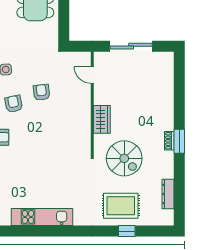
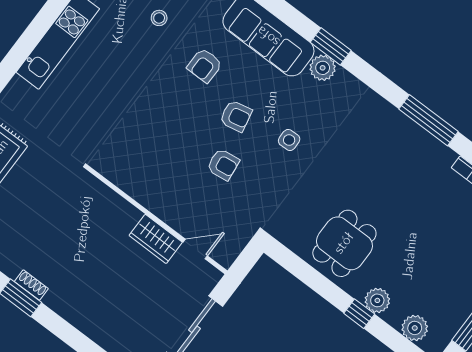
wardrobe: (102, 119) -> (156, 239), moved
spiral stairs: (124, 158) -> (53, 208), removed

